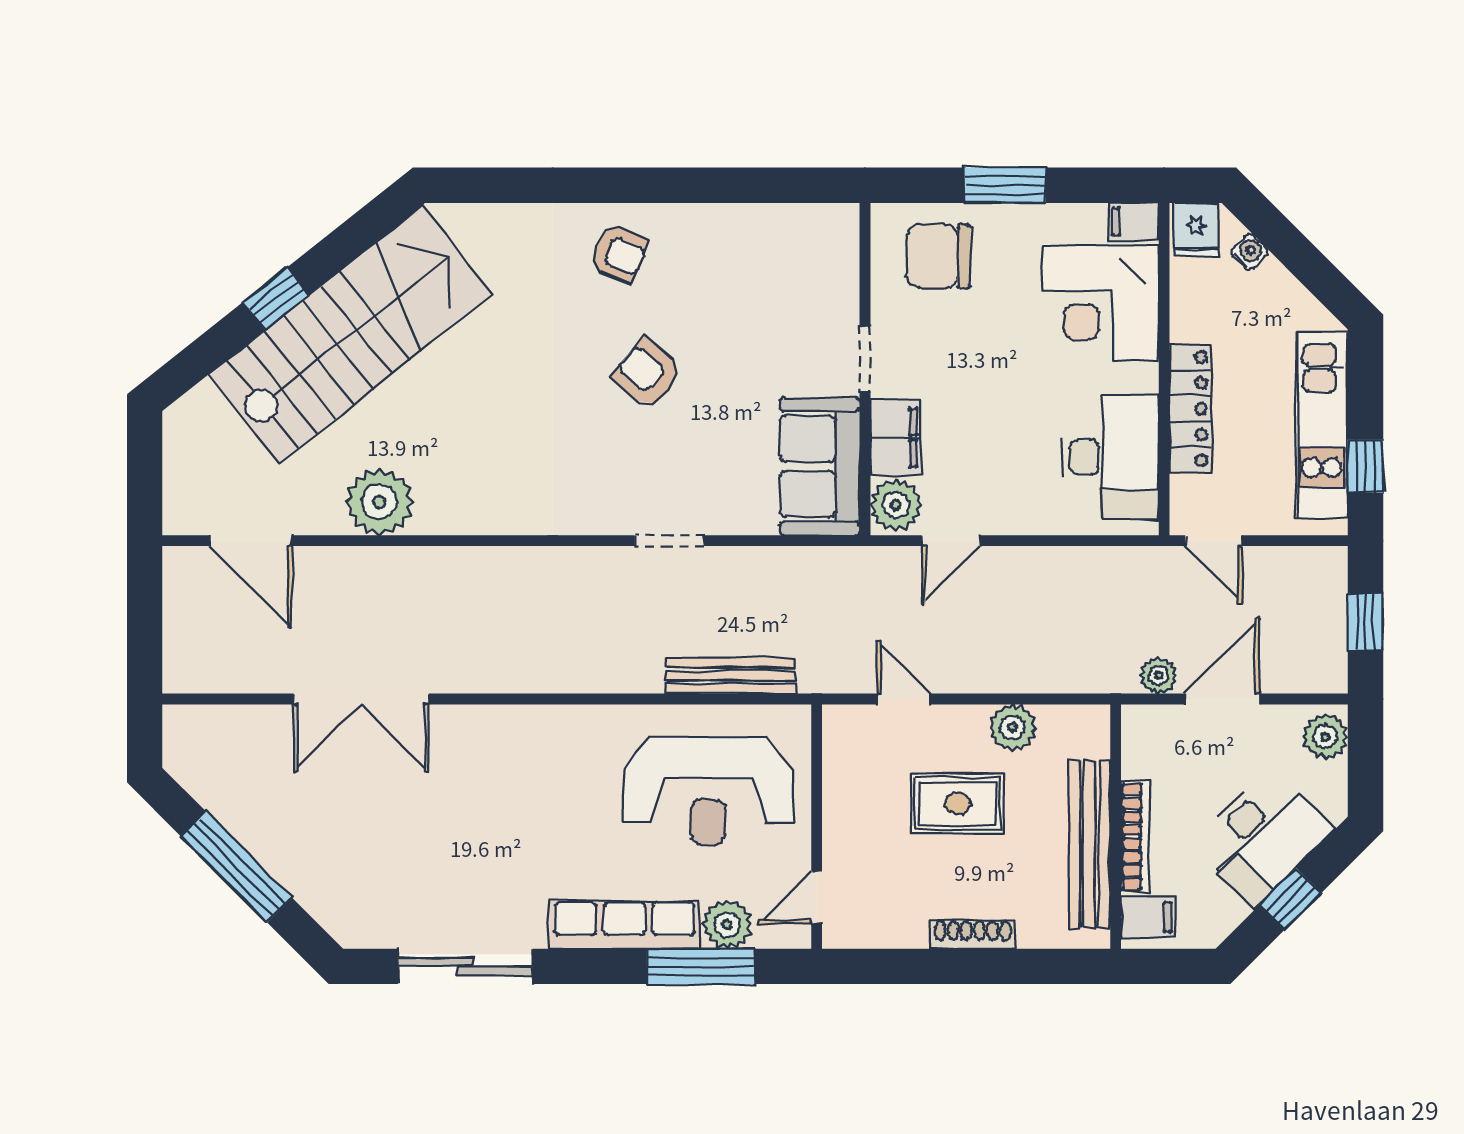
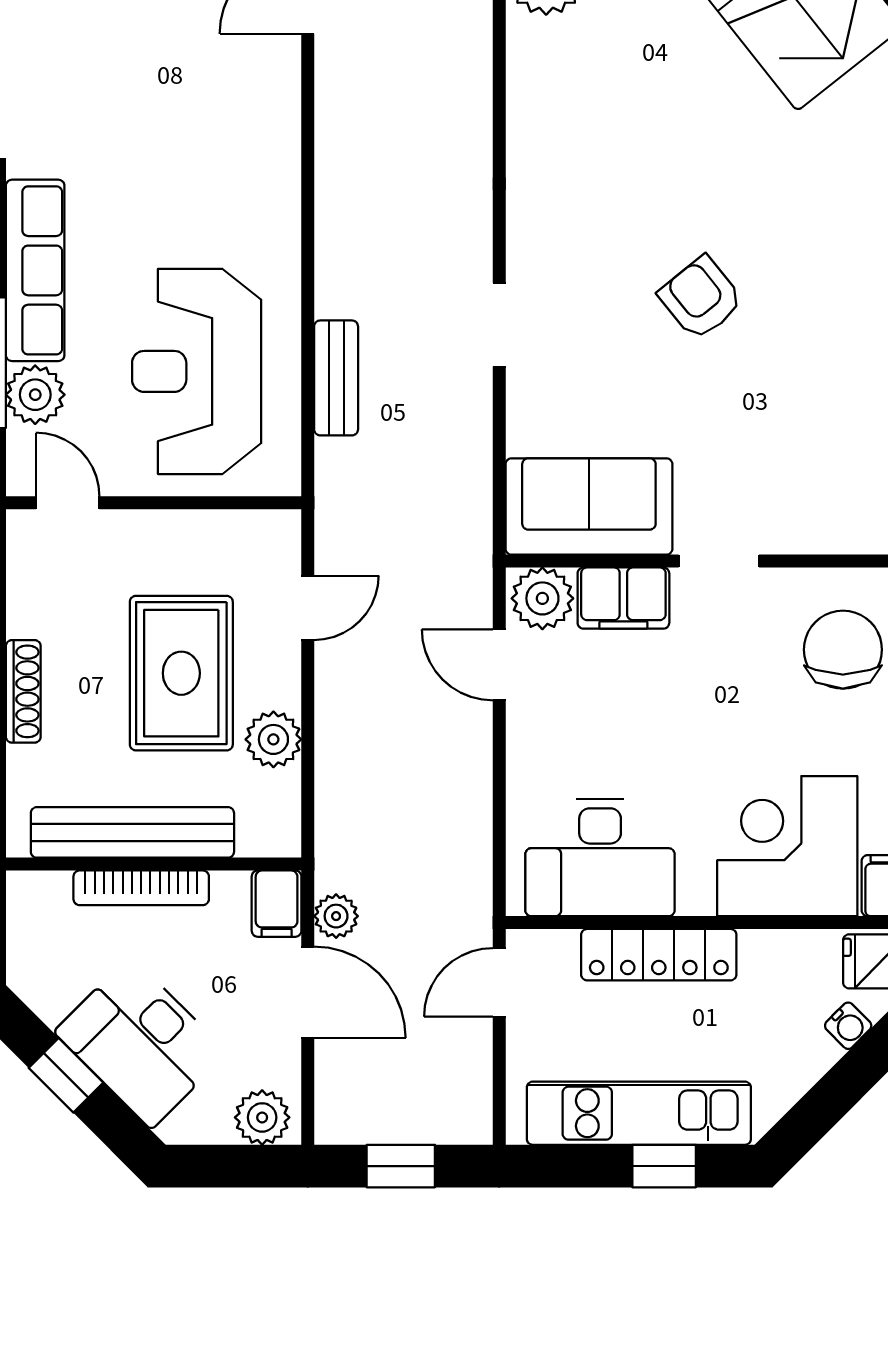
armchair: (618, 253) -> (846, 263), removed
armchair: (647, 374) -> (701, 298), turned -79
window: (1365, 466) -> (664, 1166), moved
bench: (731, 676) -> (336, 378), width x0.73
rug: (958, 804) -> (181, 673), width x1.36, depth x1.43
filing cabinet: (1148, 917) -> (277, 904), moved

